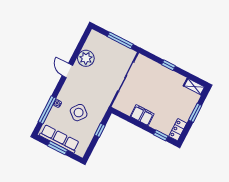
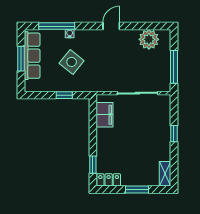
plant: (86, 58) -> (149, 39), moved
filing cabinet: (142, 115) -> (105, 115), moved

